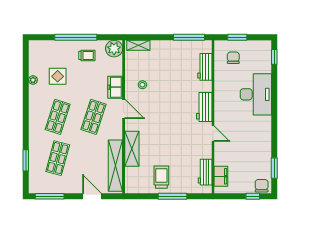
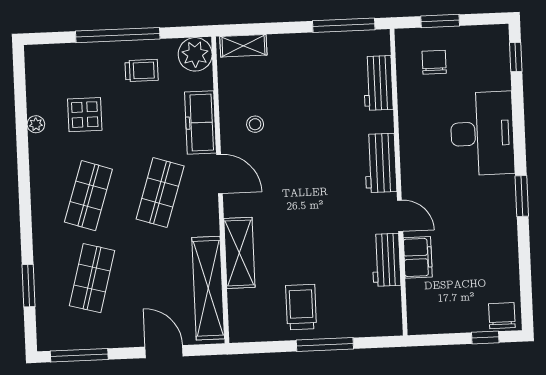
freezer: (115, 87) -> (201, 123), width x1.40
window: (274, 168) -> (522, 196), moved
workbench: (205, 172) -> (386, 260), moved
filing cabinet: (221, 176) -> (418, 257), moved

